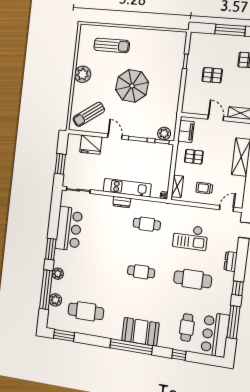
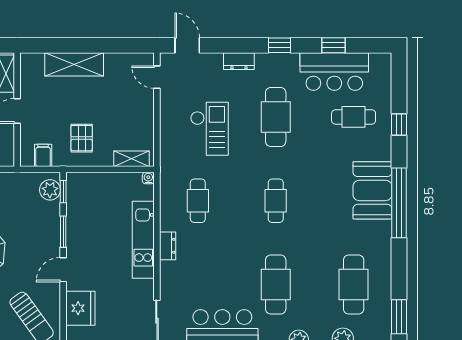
filing cabinet: (186, 131) -> (43, 155), width x0.50
trolley: (204, 188) -> (129, 116), removed
cafe table: (91, 265) -> (276, 285), added
window: (234, 322) -> (334, 45), width x0.46
bar counter: (215, 335) -> (334, 71), moved

